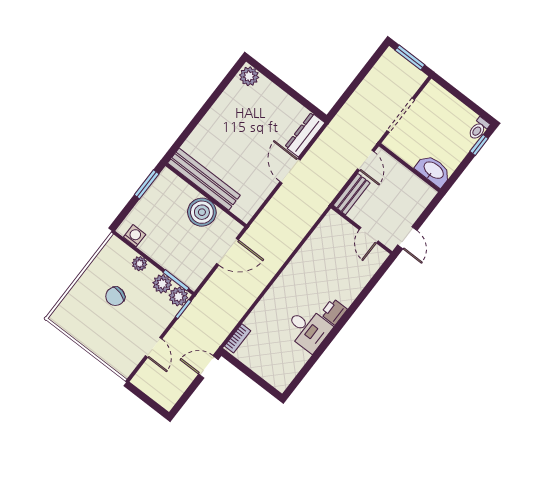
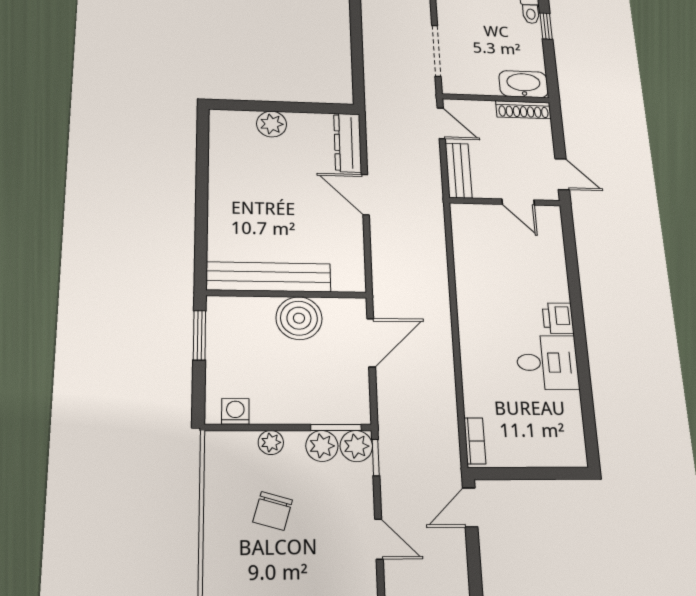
plant: (249, 76) -> (272, 124), moved
shoe rack: (419, 186) -> (523, 110), added

